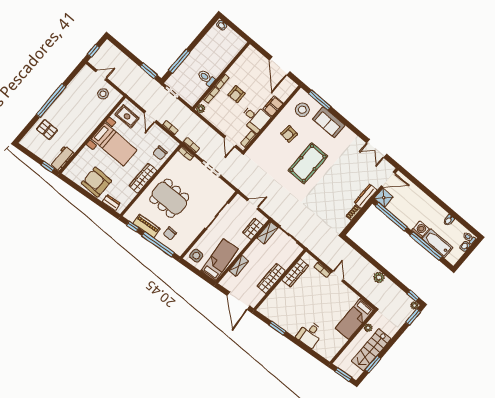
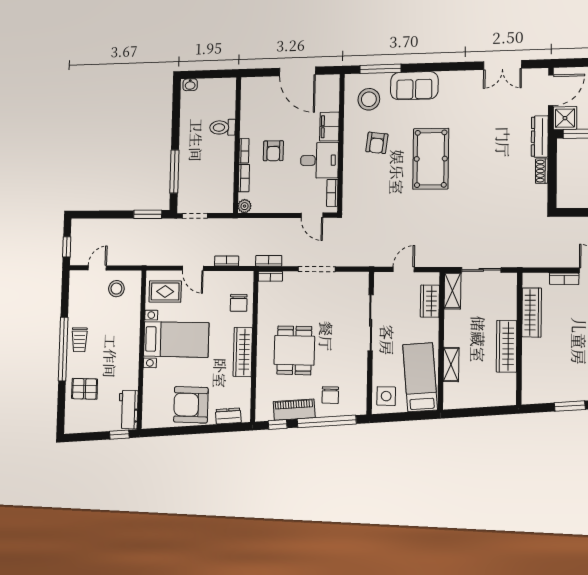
toilet: (206, 78) -> (223, 127), moved
trolley: (63, 103) -> (79, 340), added
dining table: (169, 198) -> (294, 350), width x0.73
door: (238, 301) -> (488, 411), removed

